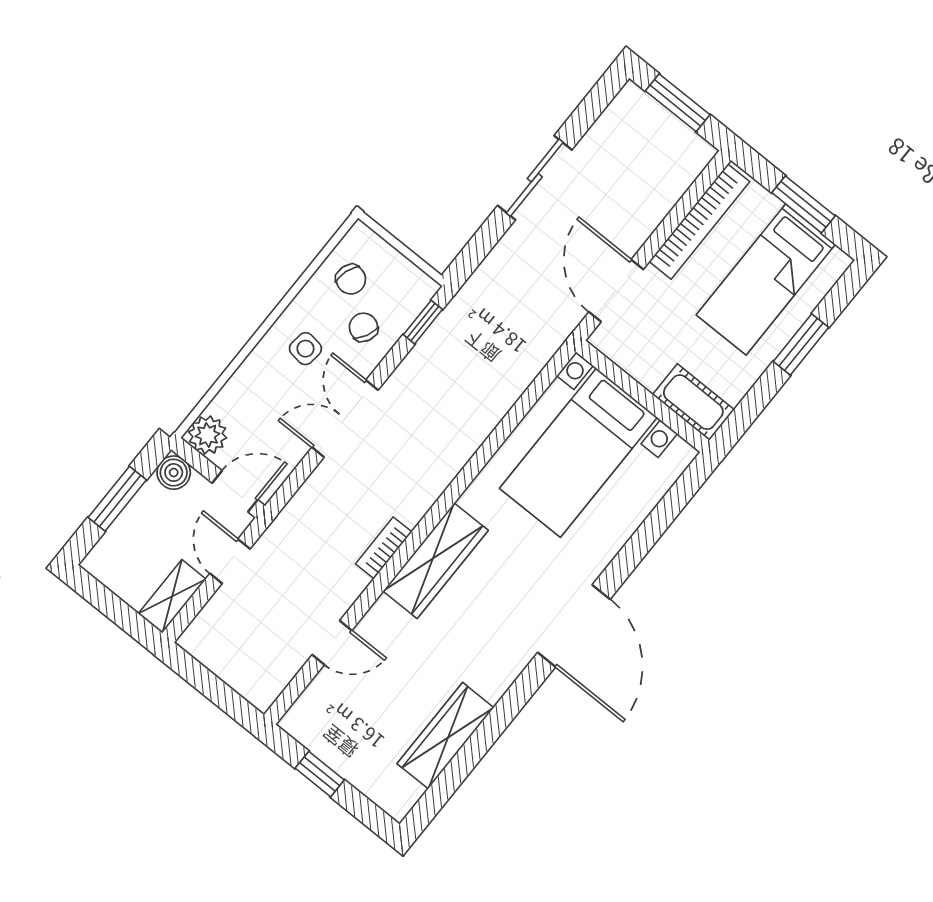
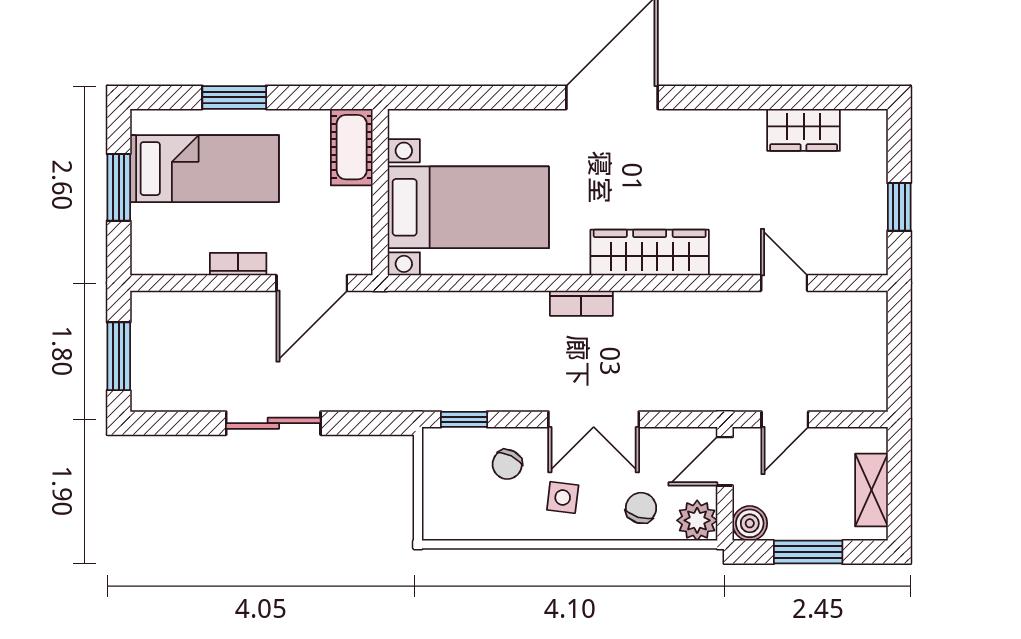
bookcase: (699, 222) -> (238, 264), width x0.43, depth x0.76
chair: (351, 279) -> (641, 508), moved
door: (235, 491) -> (725, 461), hinge flipped
bookcase: (384, 548) -> (581, 303), moved
shelving: (172, 596) -> (871, 490), moved, turned 90
wardrobe: (445, 736) -> (804, 130), width x0.67

